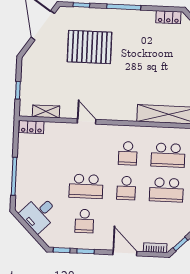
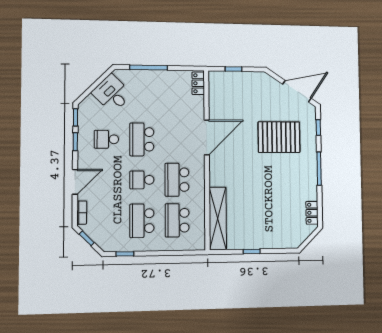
pallet: (90, 47) -> (279, 137), turned 90
shelving: (46, 111) -> (214, 97), removed
door: (87, 121) -> (207, 137), width x1.87
school desk: (128, 153) -> (177, 180), width x1.85

